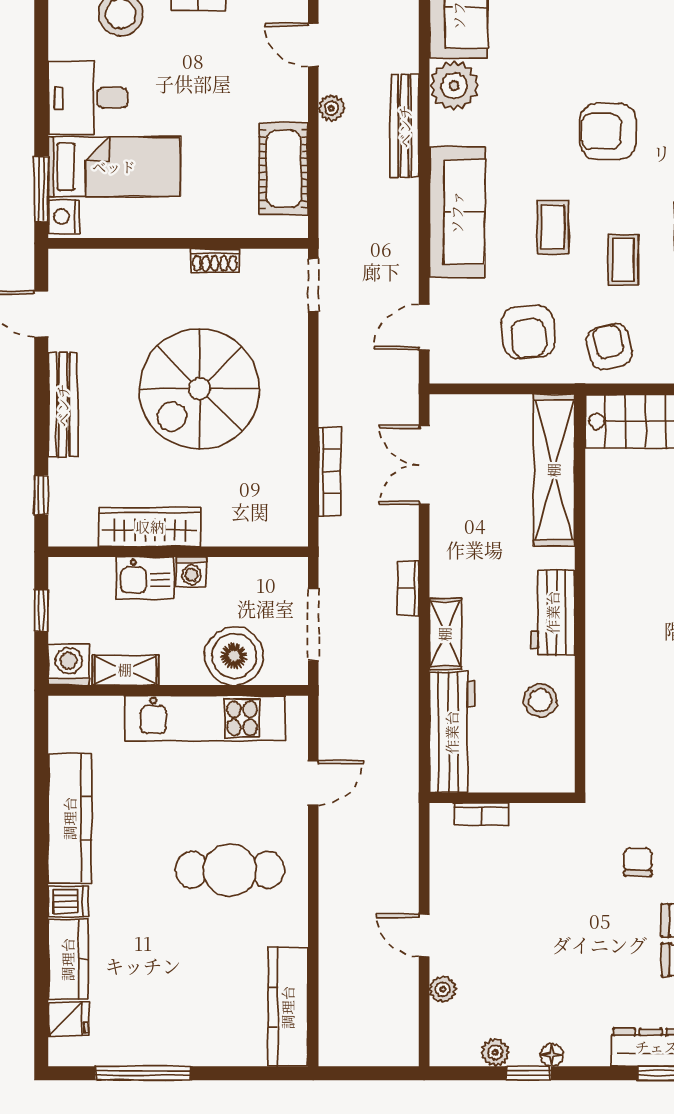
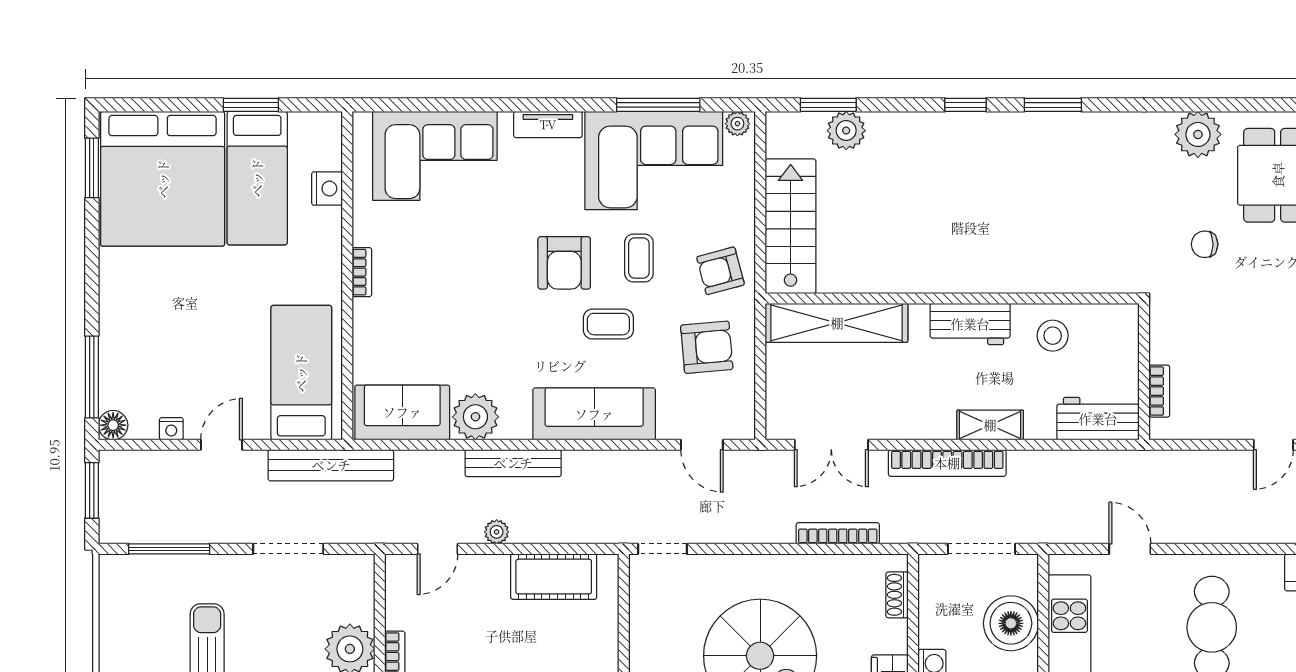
armchair: (608, 131) -> (564, 263), moved
shoe rack: (215, 260) -> (897, 595), moved, turned 180
coffee table: (623, 260) -> (639, 258), turned 90
bookcase: (408, 588) -> (947, 463), width x2.31, depth x1.31
workbench: (452, 732) -> (1098, 419), width x0.73

